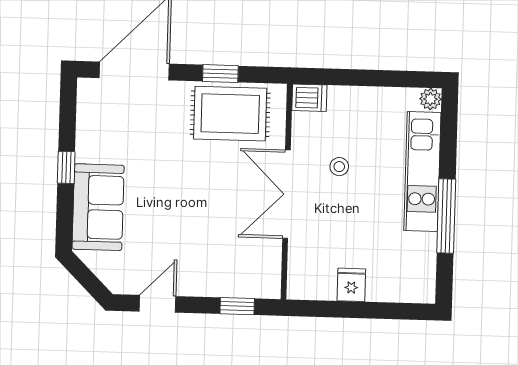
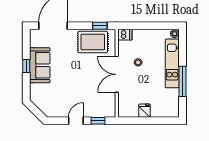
window: (220, 74) -> (100, 26), moved
sofa: (98, 207) -> (40, 65), moved
door: (157, 304) -> (76, 121), moved

